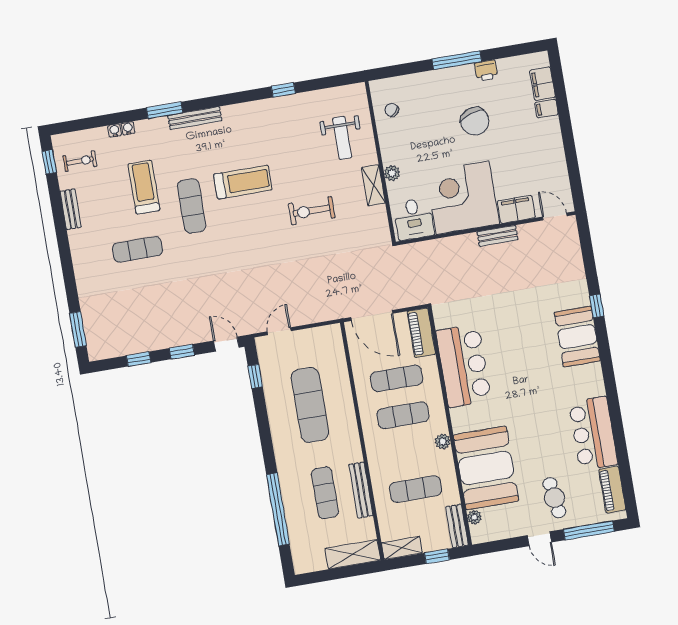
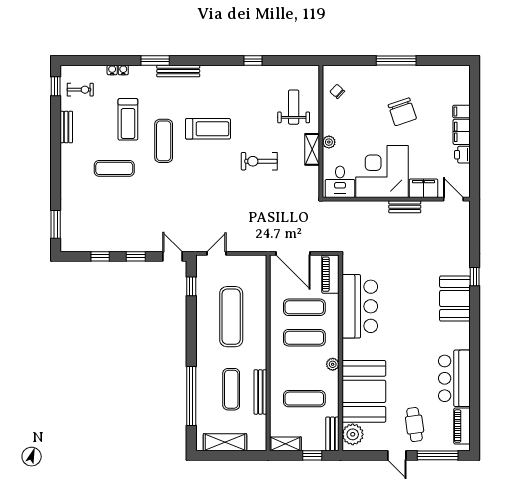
printer: (486, 70) -> (462, 155), moved, turned 90
filing cabinet: (542, 84) -> (462, 132), moved
weight bench: (342, 138) -> (294, 107), turned 180
treadmill: (144, 187) -> (128, 119), turned 180
plant: (474, 517) -> (353, 434), width x1.87, depth x1.87
shelving: (353, 554) -> (225, 442), moved

